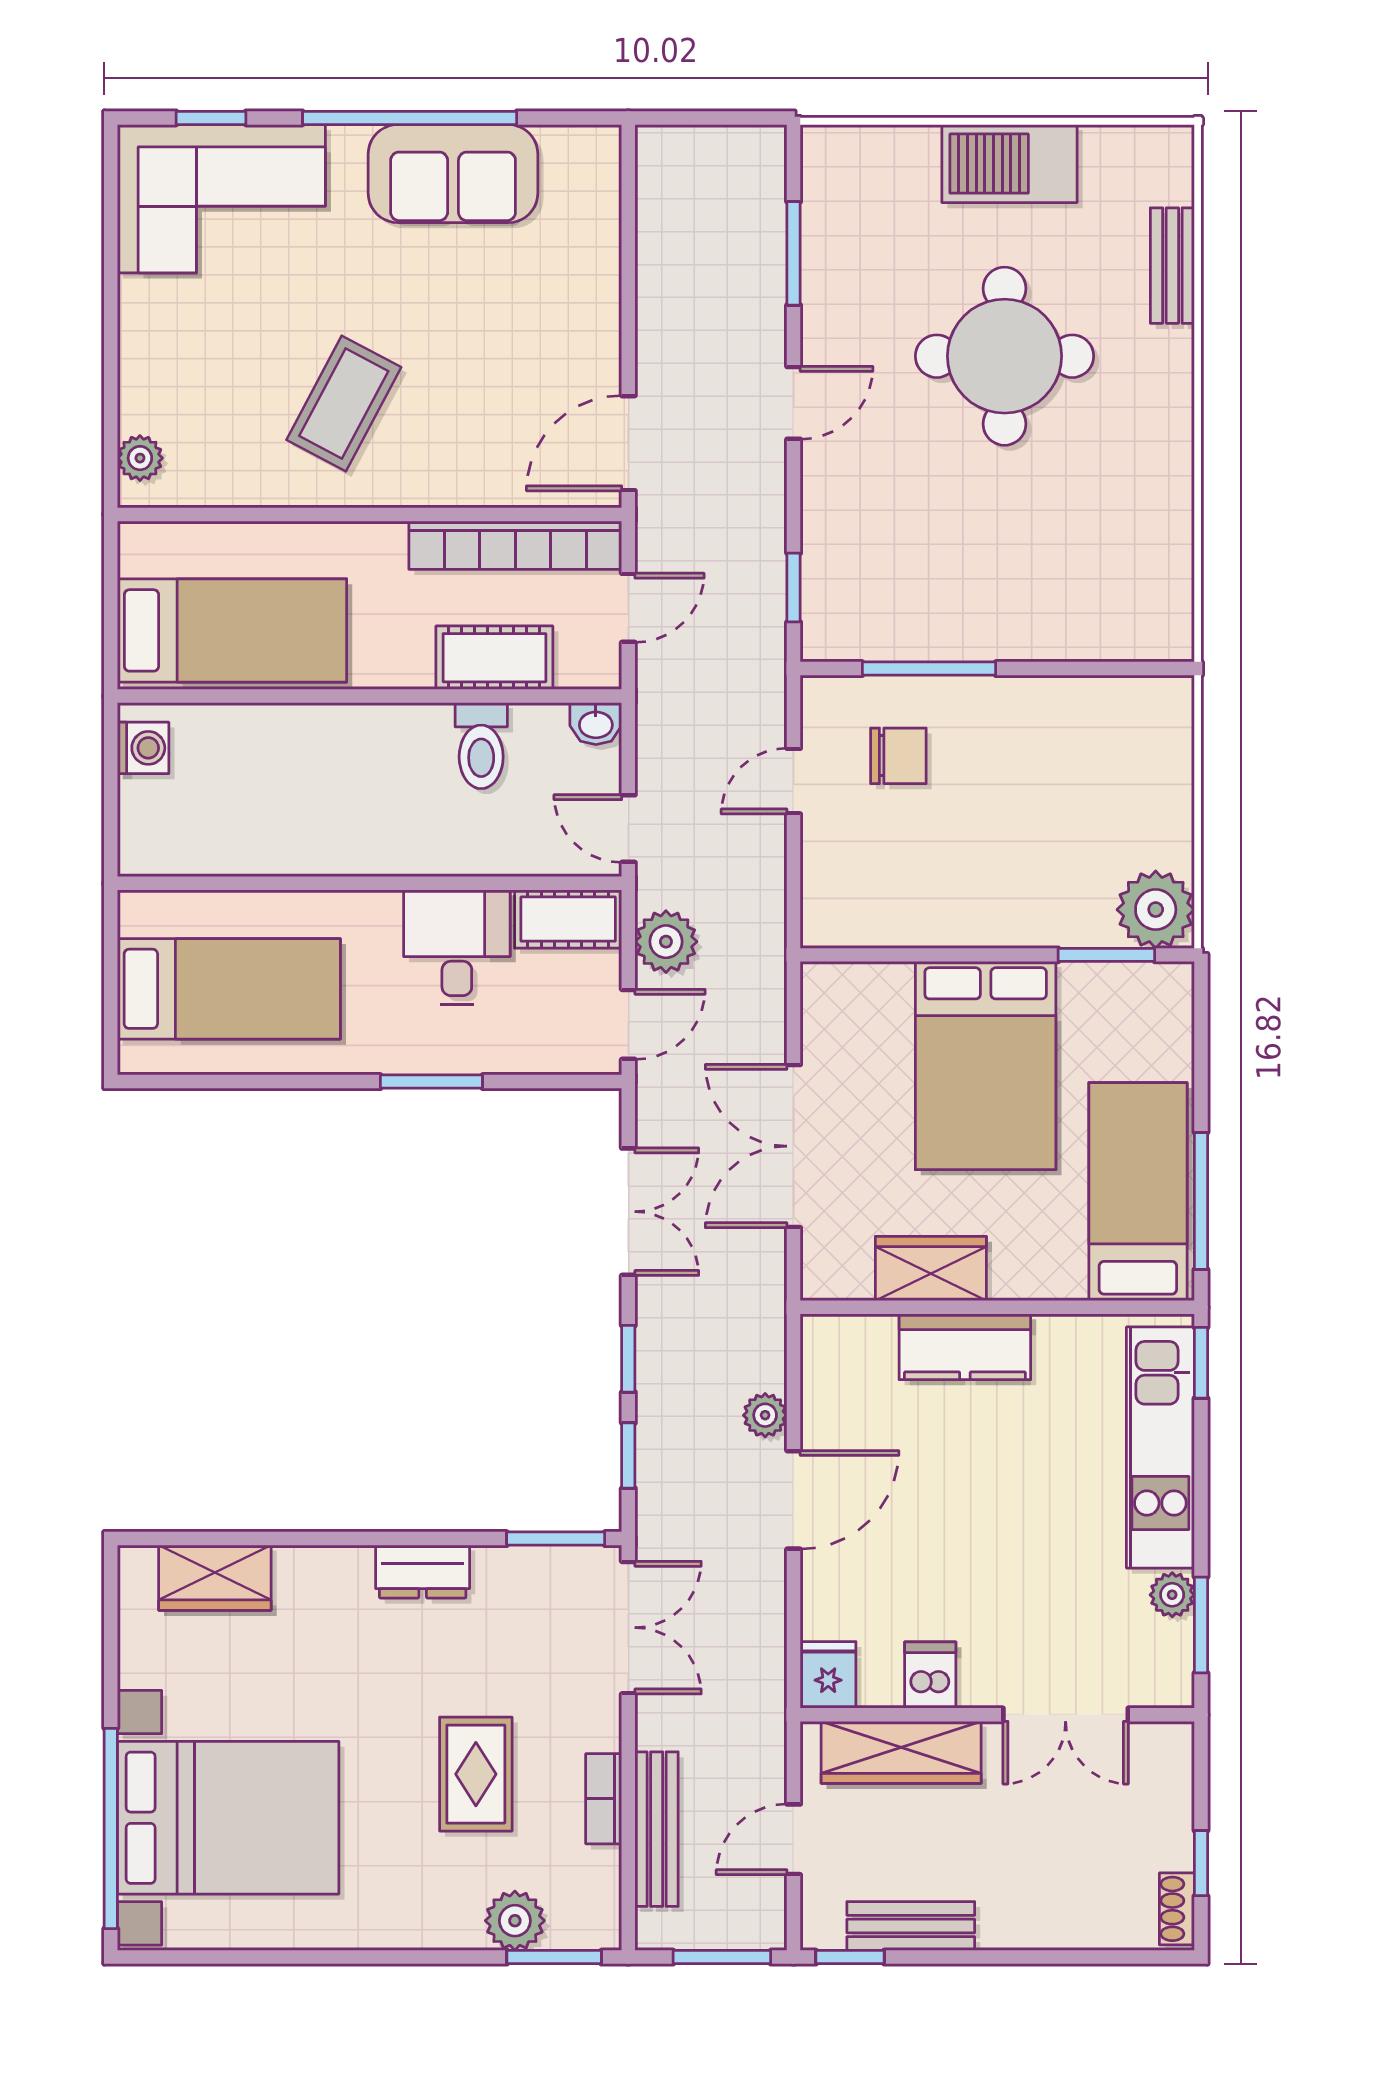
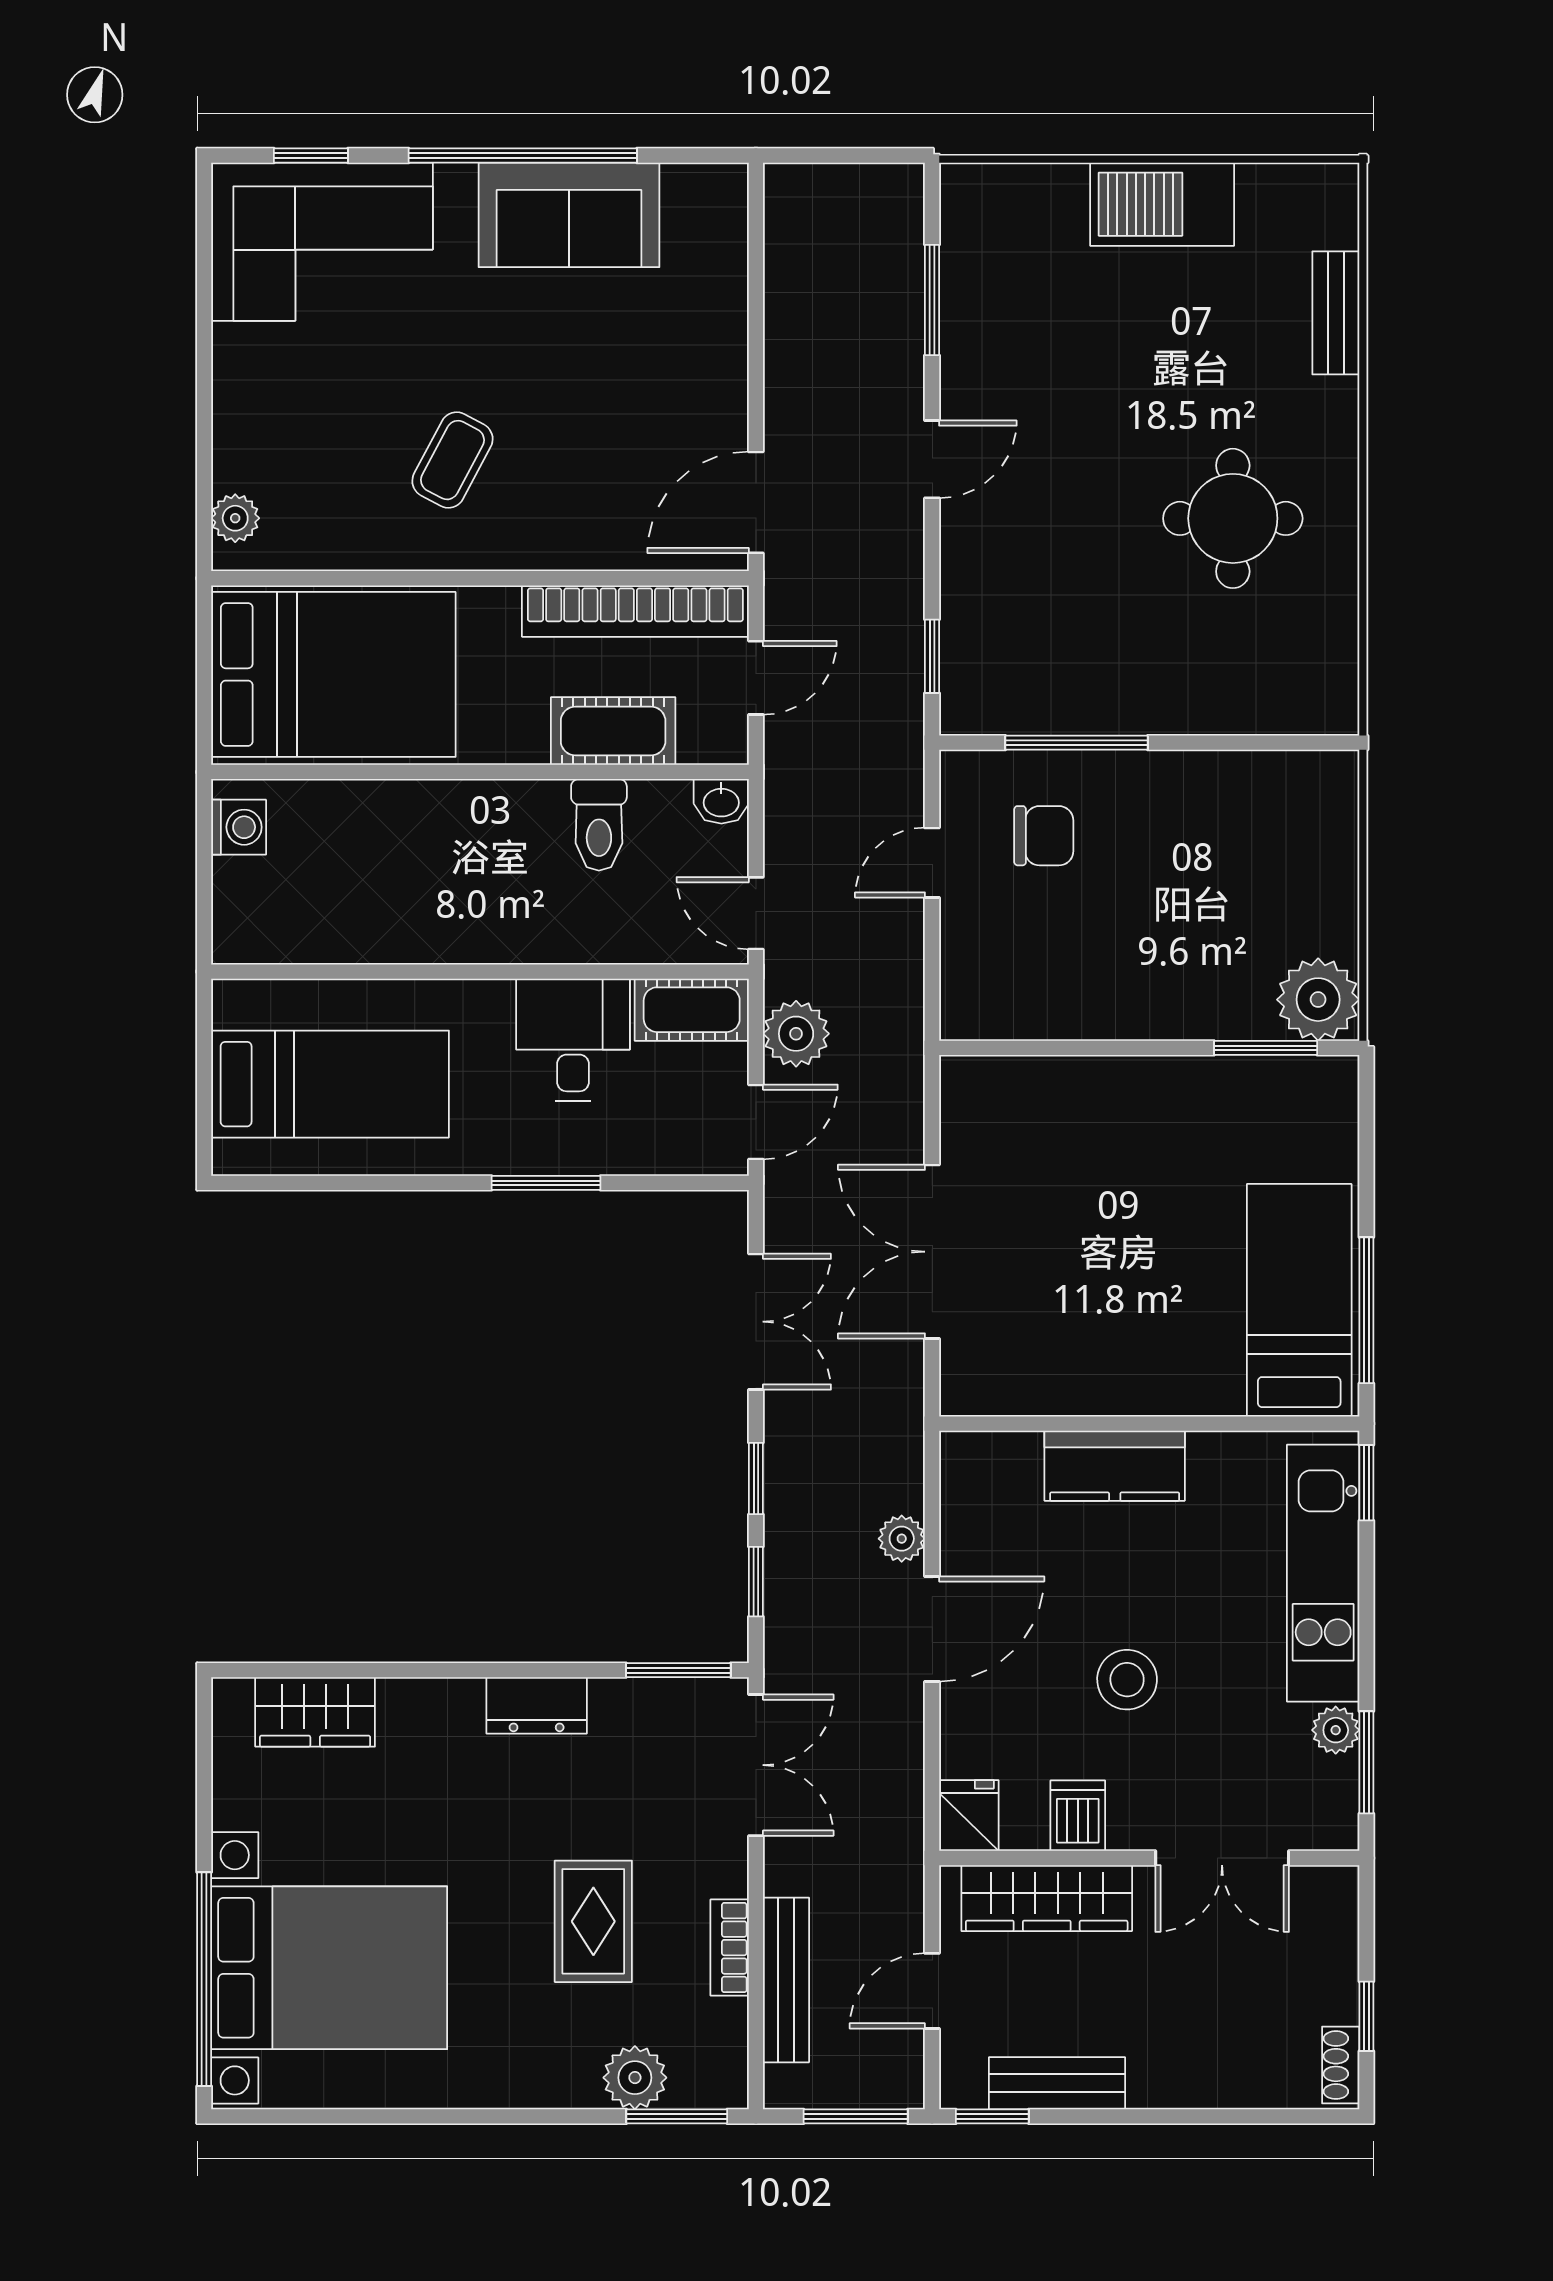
round table: (1005, 356) -> (1233, 518), moved, width x0.73, depth x0.73
coffee table: (344, 404) -> (452, 460), width x0.73, depth x0.77
bed: (232, 630) -> (333, 674), width x1.50
bed: (986, 1066) -> (1137, 1166), removed
wardrobe: (931, 1269) -> (1078, 1382), removed
stool: (976, 1547) -> (1127, 1680), added

